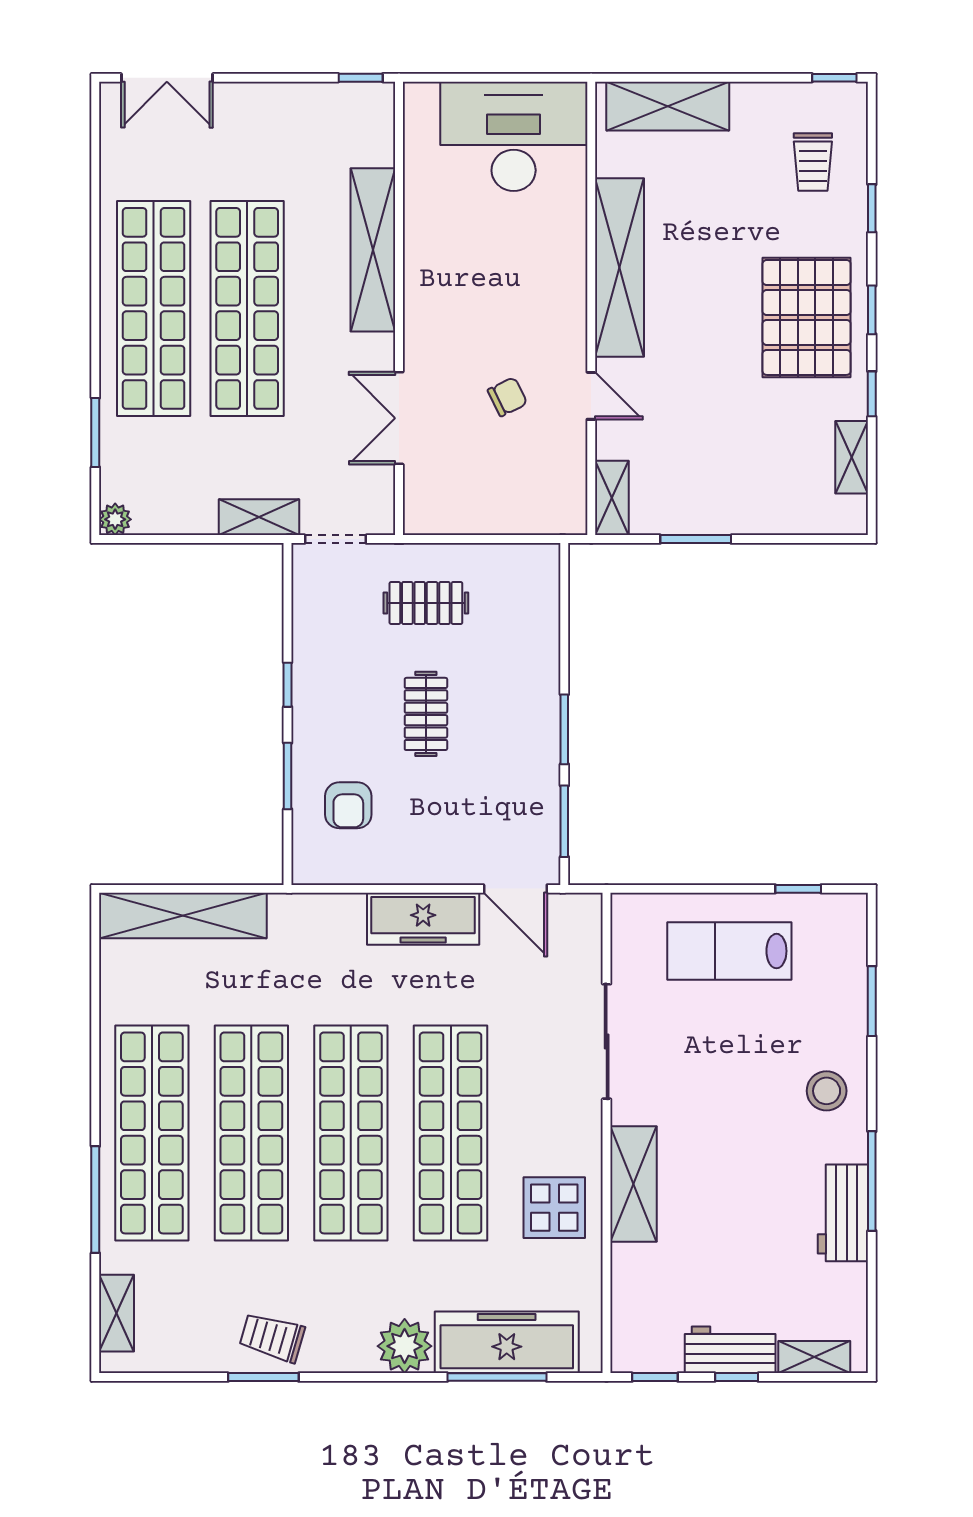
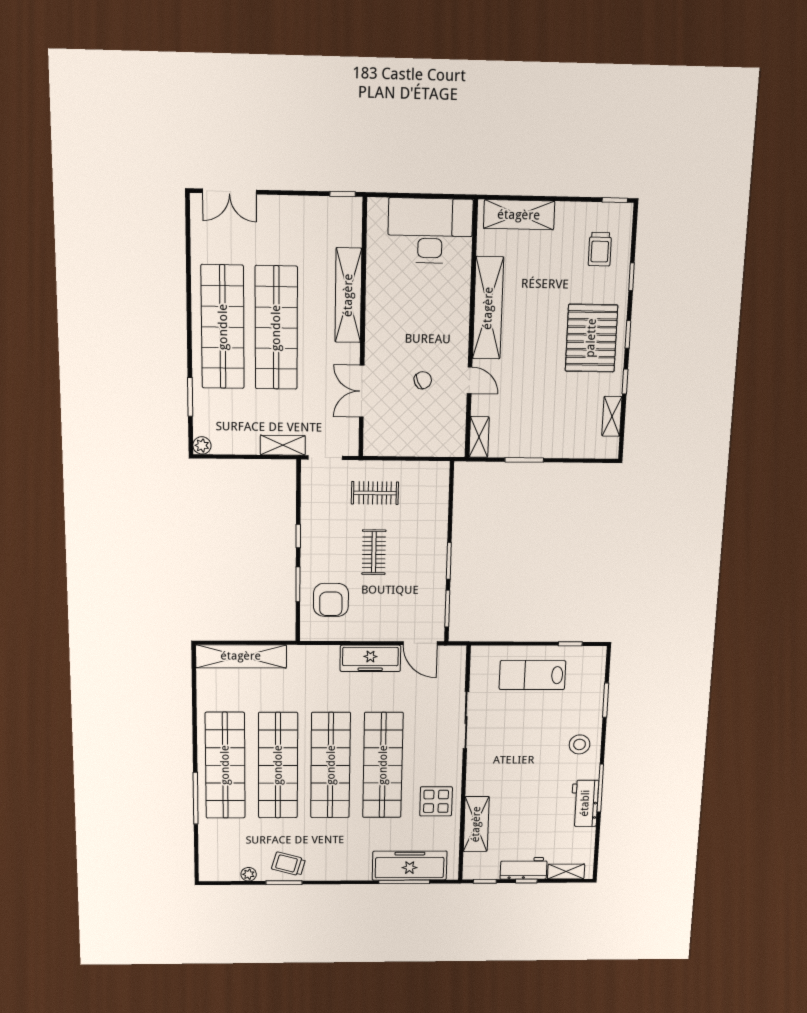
armchair: (348, 805) -> (331, 600), width x1.38, depth x1.38
shelving: (634, 1184) -> (476, 824), moved
shelving: (117, 1313) -> (207, 853), removed
plant: (405, 1346) -> (249, 874), moved, width x0.53, depth x0.53

